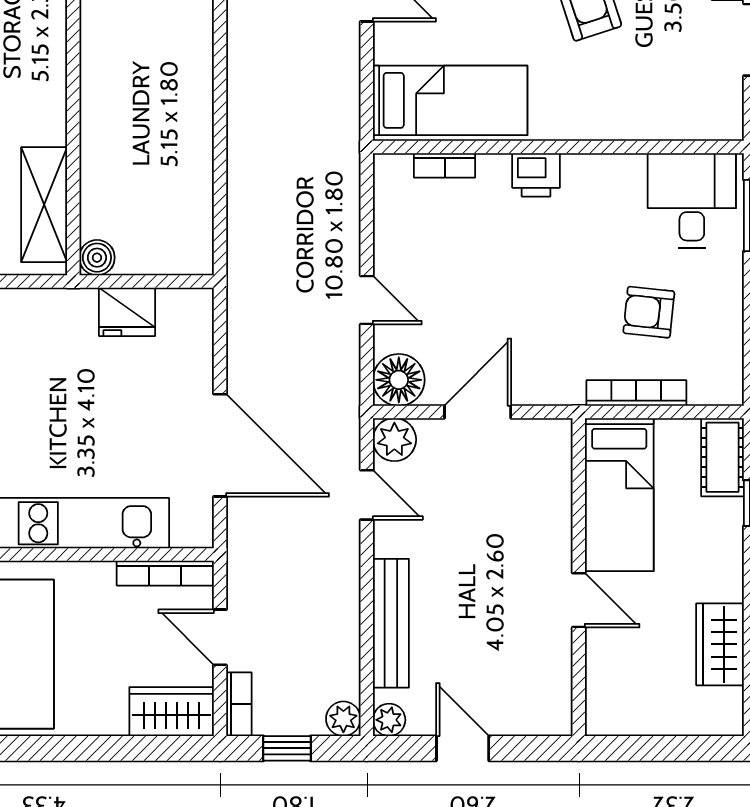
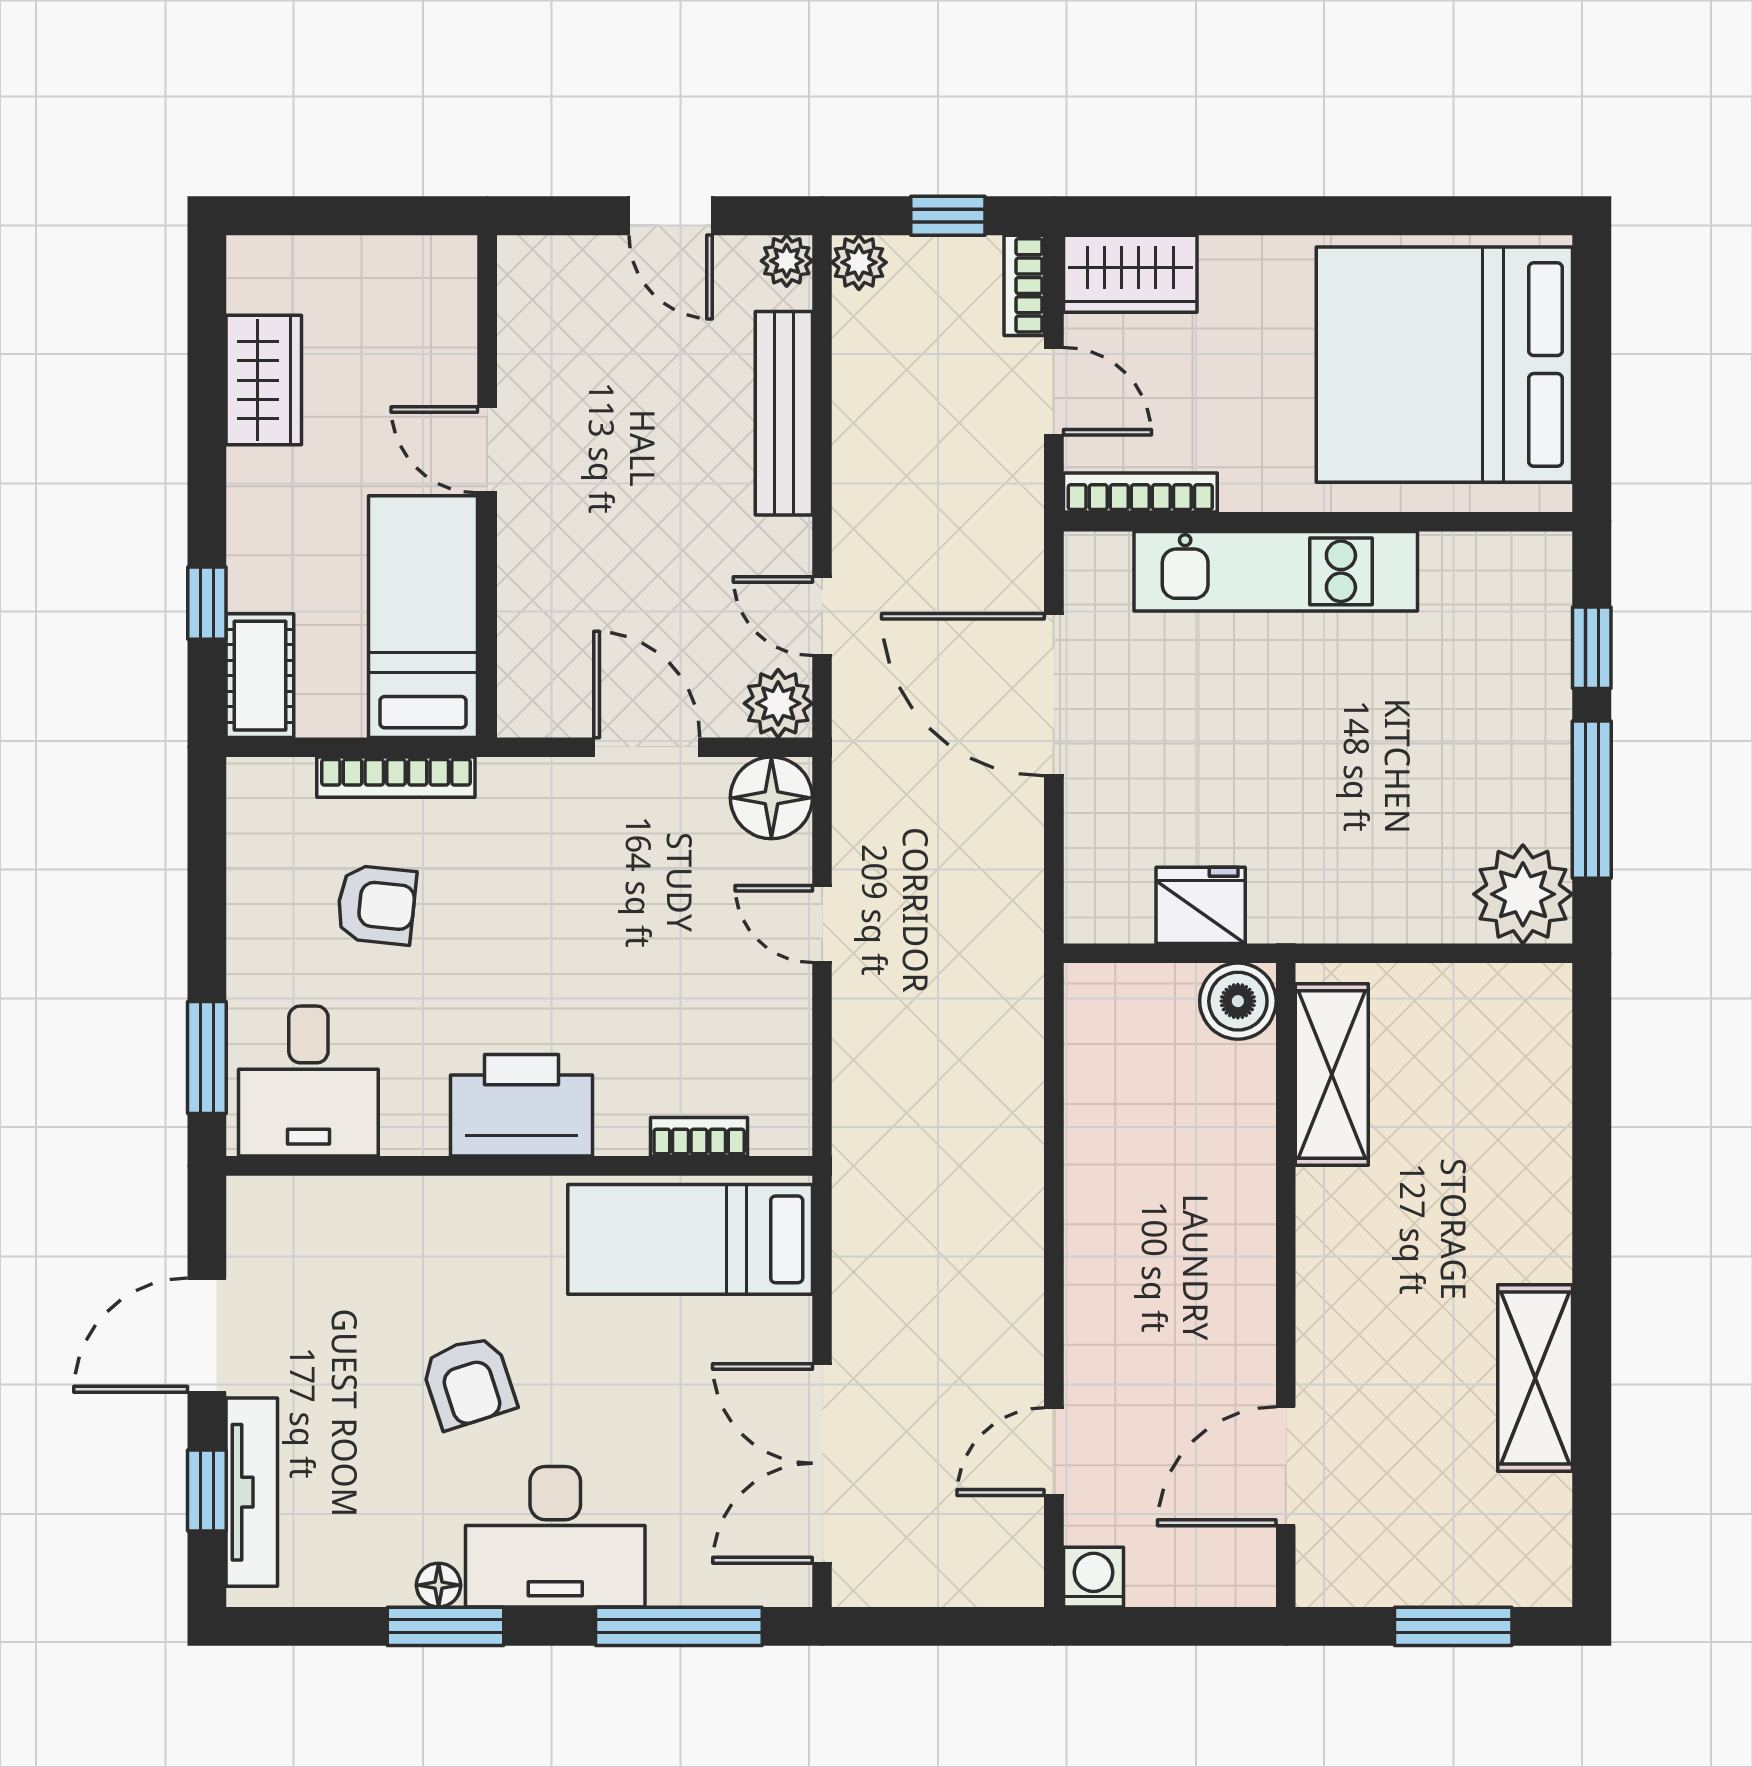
printer: (536, 175) -> (521, 1105), width x1.87, depth x1.48
boiler: (97, 258) -> (1238, 1001), width x1.36, depth x1.36
door: (478, 412) -> (647, 747), swing flipped

